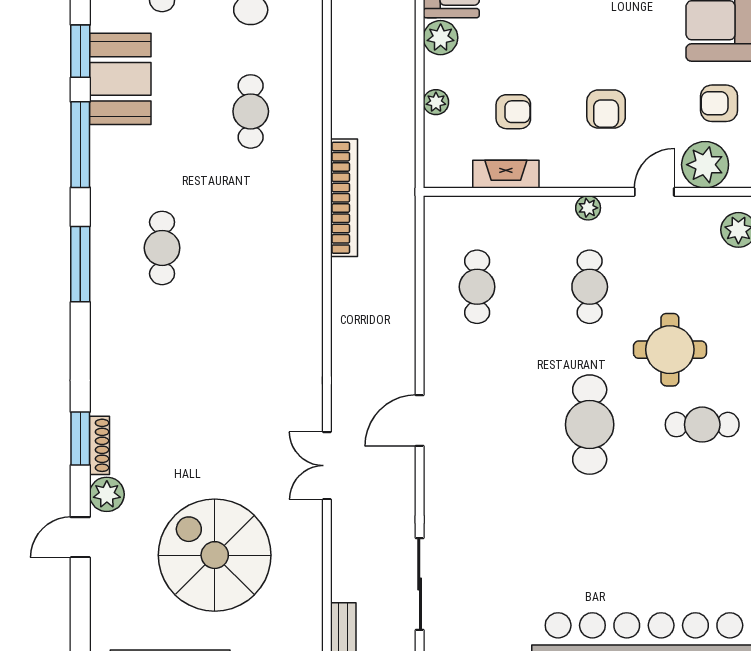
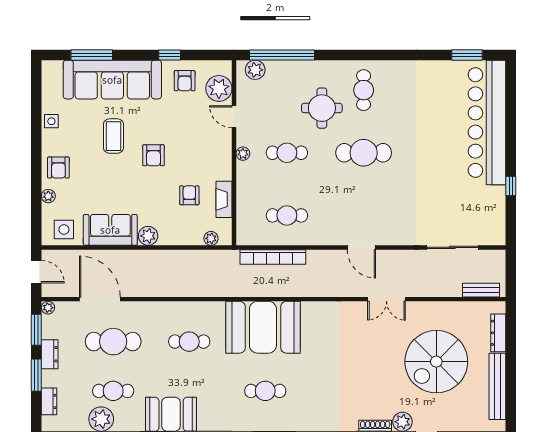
plant: (436, 102) -> (211, 238), moved
armchair: (606, 109) -> (154, 155), moved, turned 90
bookcase: (344, 198) -> (273, 257), moved, turned 180
booth: (276, 244) -> (263, 327), added

